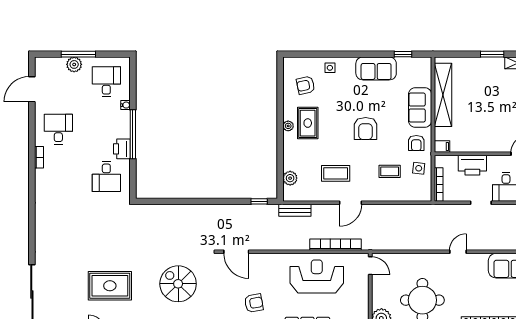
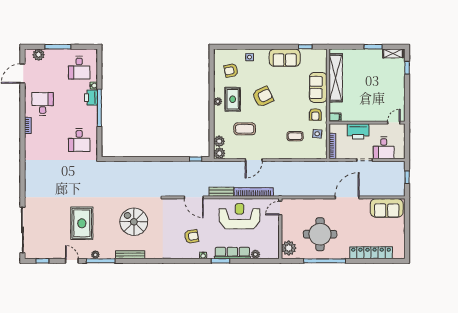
plant: (74, 64) -> (39, 55), moved
desk: (106, 82) -> (79, 68), turned 180
armchair: (366, 129) -> (263, 97), moved, turned -115
printer: (122, 149) -> (91, 98), moved
coffee table: (336, 173) -> (245, 129), moved
plant: (290, 194) -> (219, 153), added
door: (351, 203) -> (254, 160), moved
bench: (295, 210) -> (221, 192), moved
door: (236, 252) -> (194, 197), moved
door: (458, 252) -> (347, 197), width x1.87
door: (370, 266) -> (280, 208), swing flipped
rug: (110, 286) -> (82, 223), turned 90

